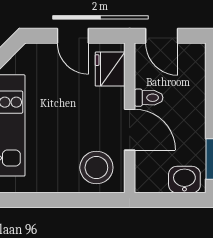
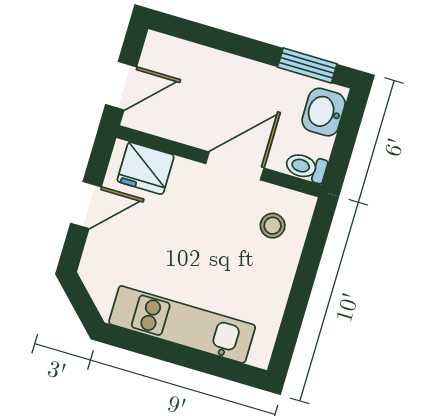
toilet: (149, 98) -> (306, 167), moved, turned -90
stool: (96, 168) -> (273, 226), width x0.53, depth x0.53

